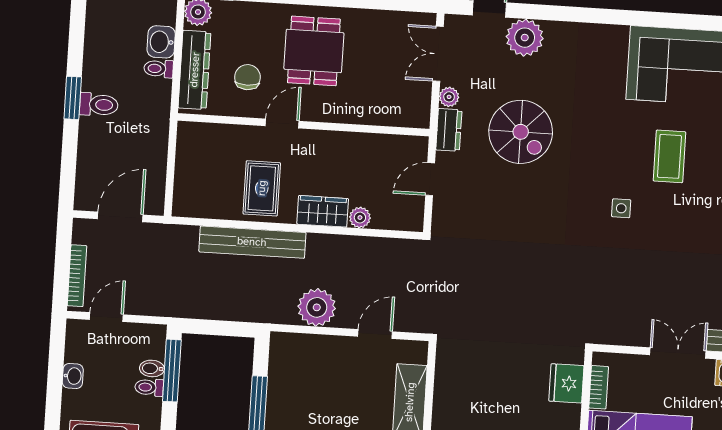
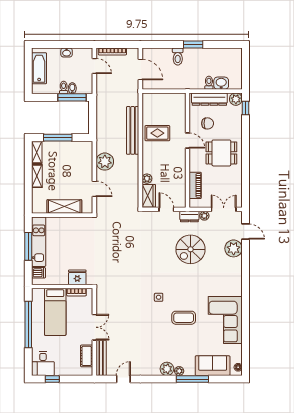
toilet: (99, 105) -> (178, 57), moved
piano: (381, 113) -> (195, 185), added
wardrobe: (323, 211) -> (149, 196), moved

